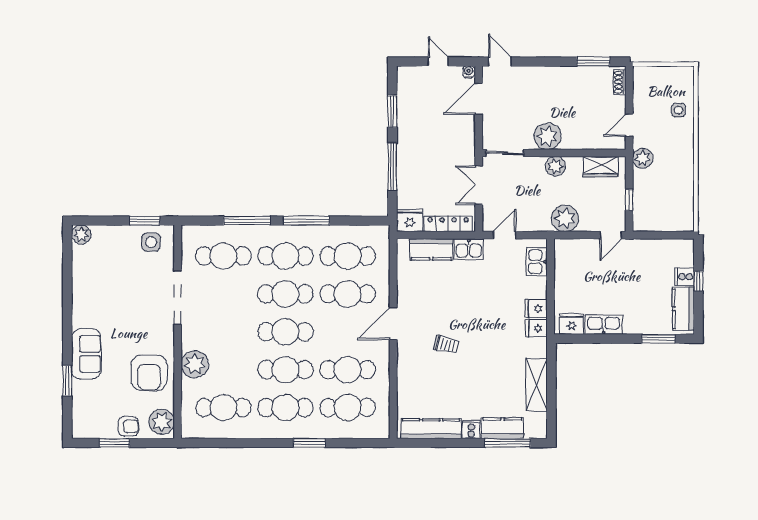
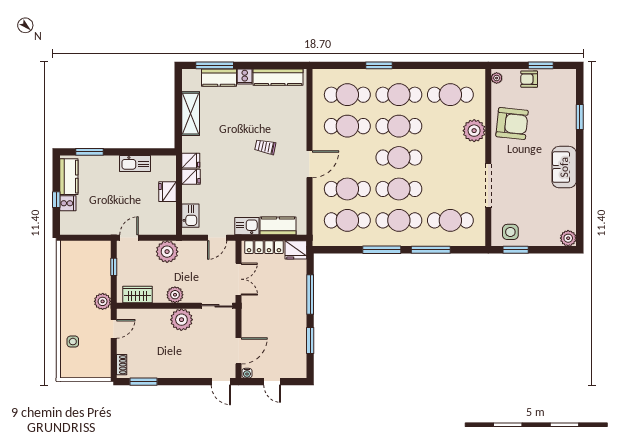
fridge: (572, 324) -> (168, 192), moved, turned 90
sofa: (86, 354) -> (564, 167), moved
armchair: (149, 373) -> (512, 124), turned 96
plant: (162, 422) -> (497, 78), width x0.53, depth x0.53

